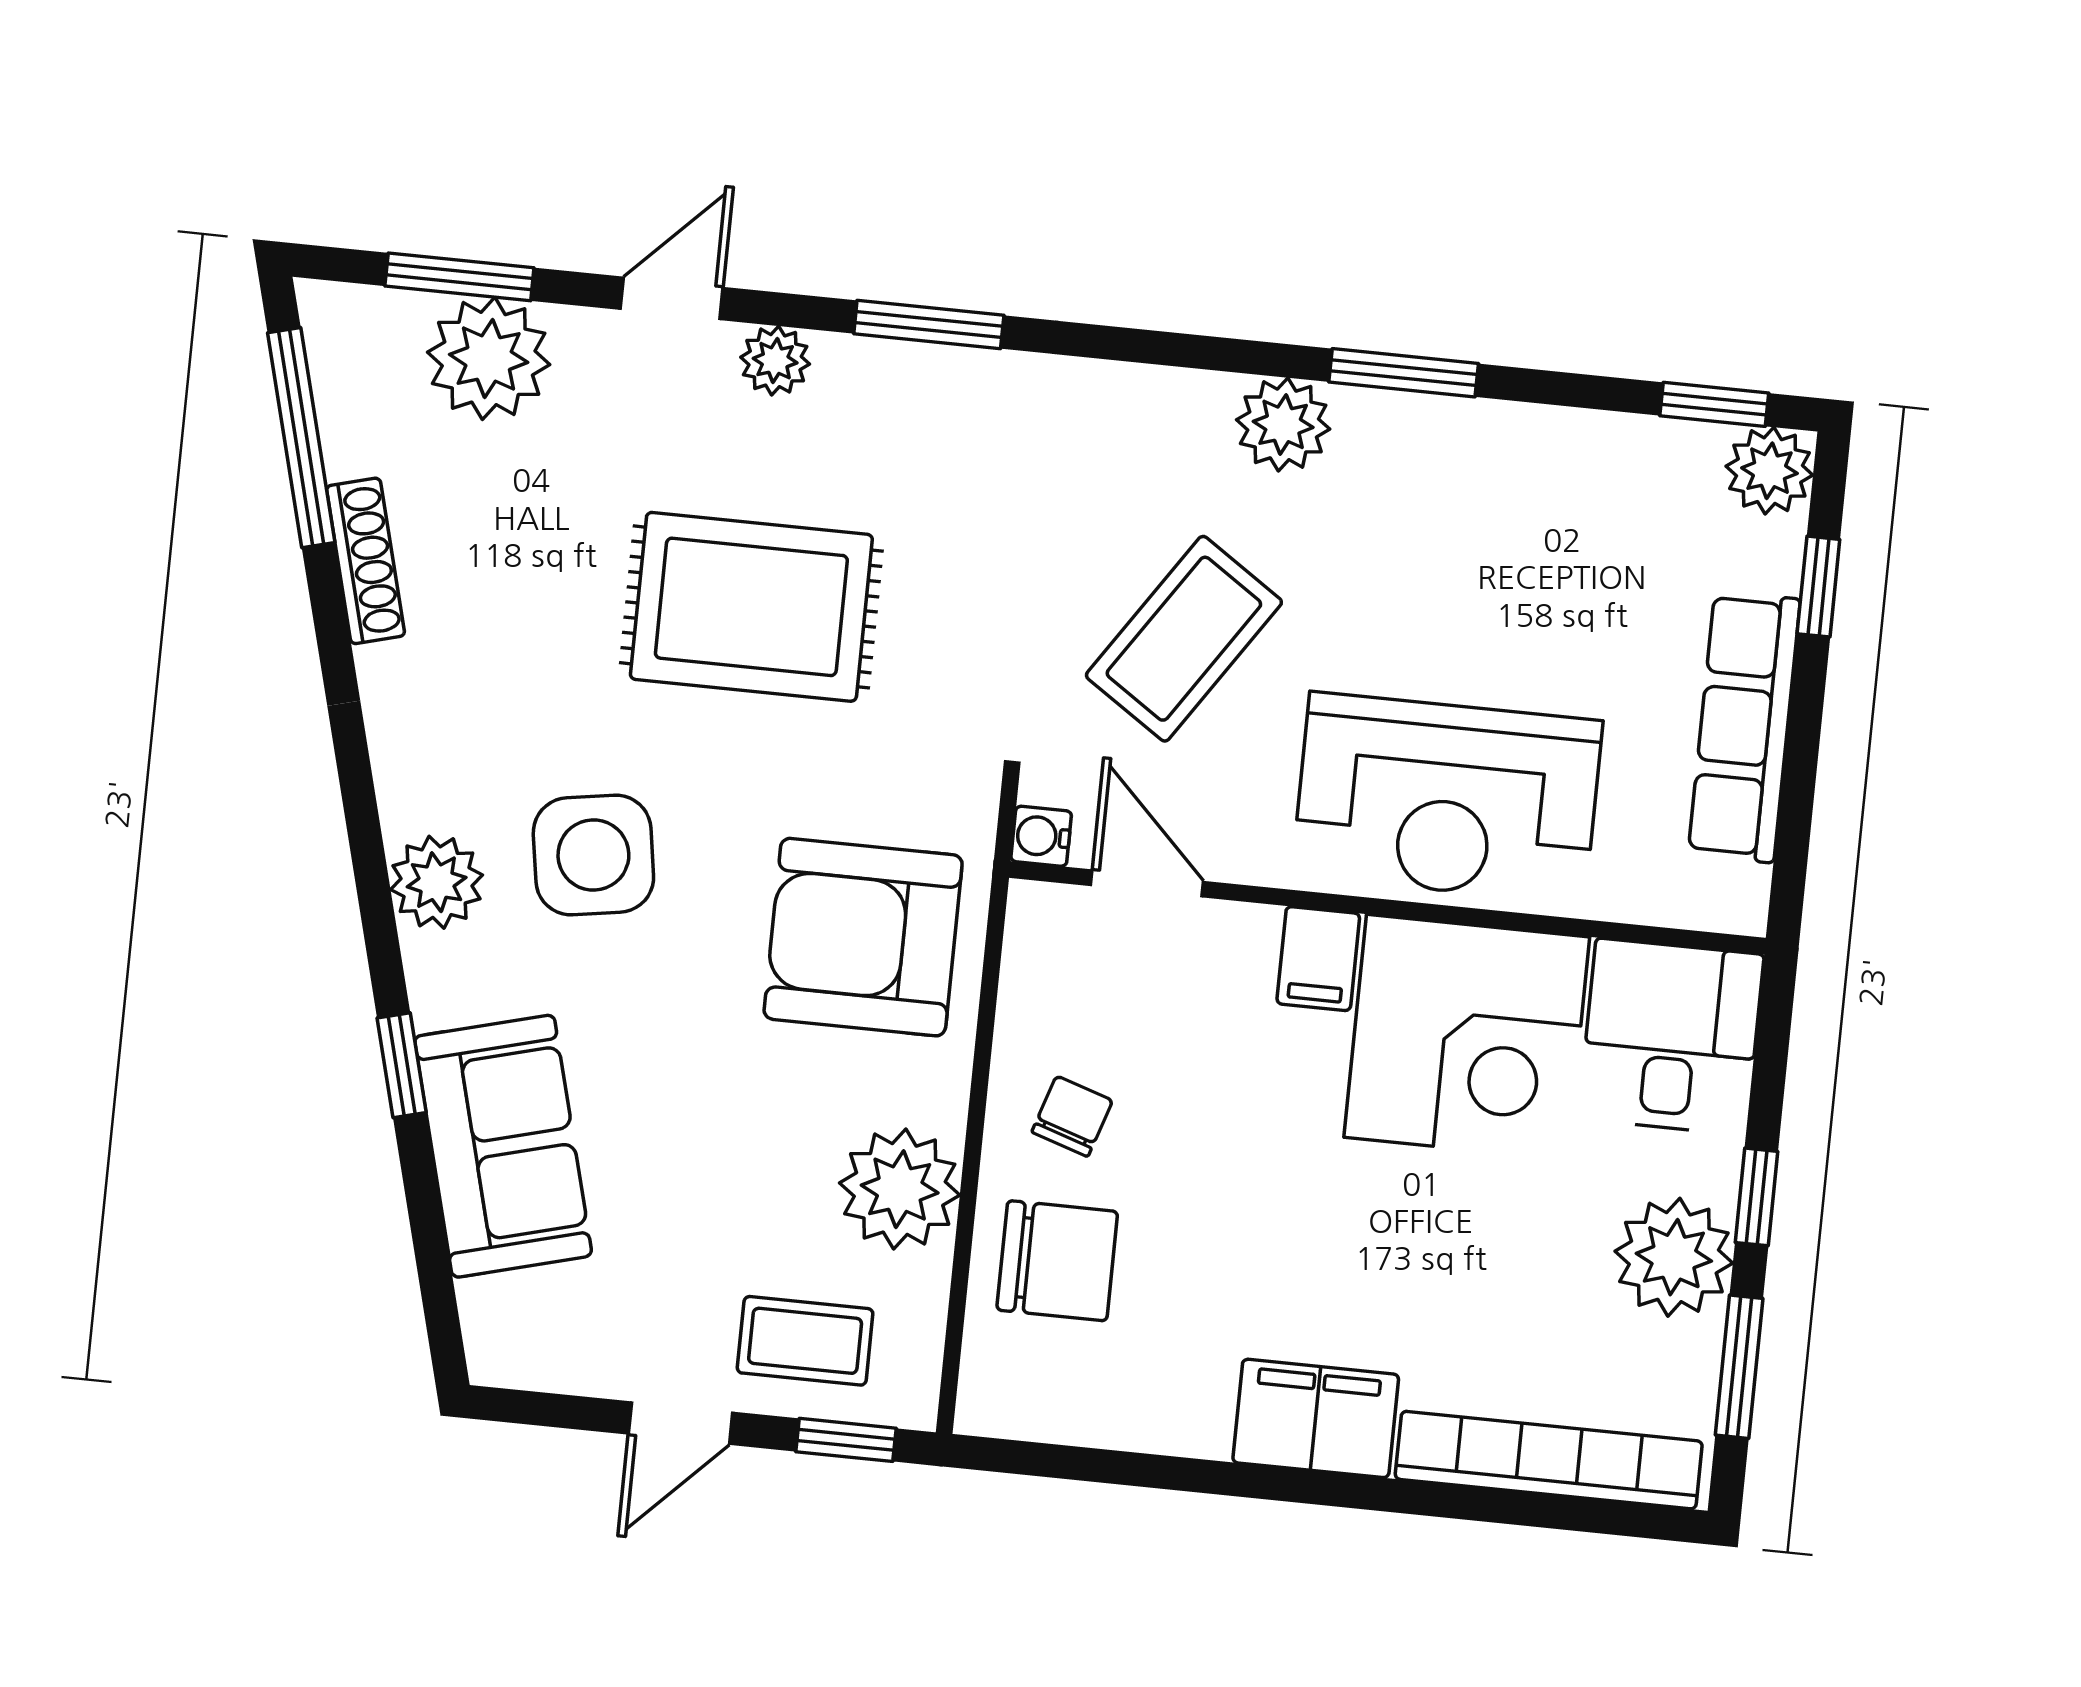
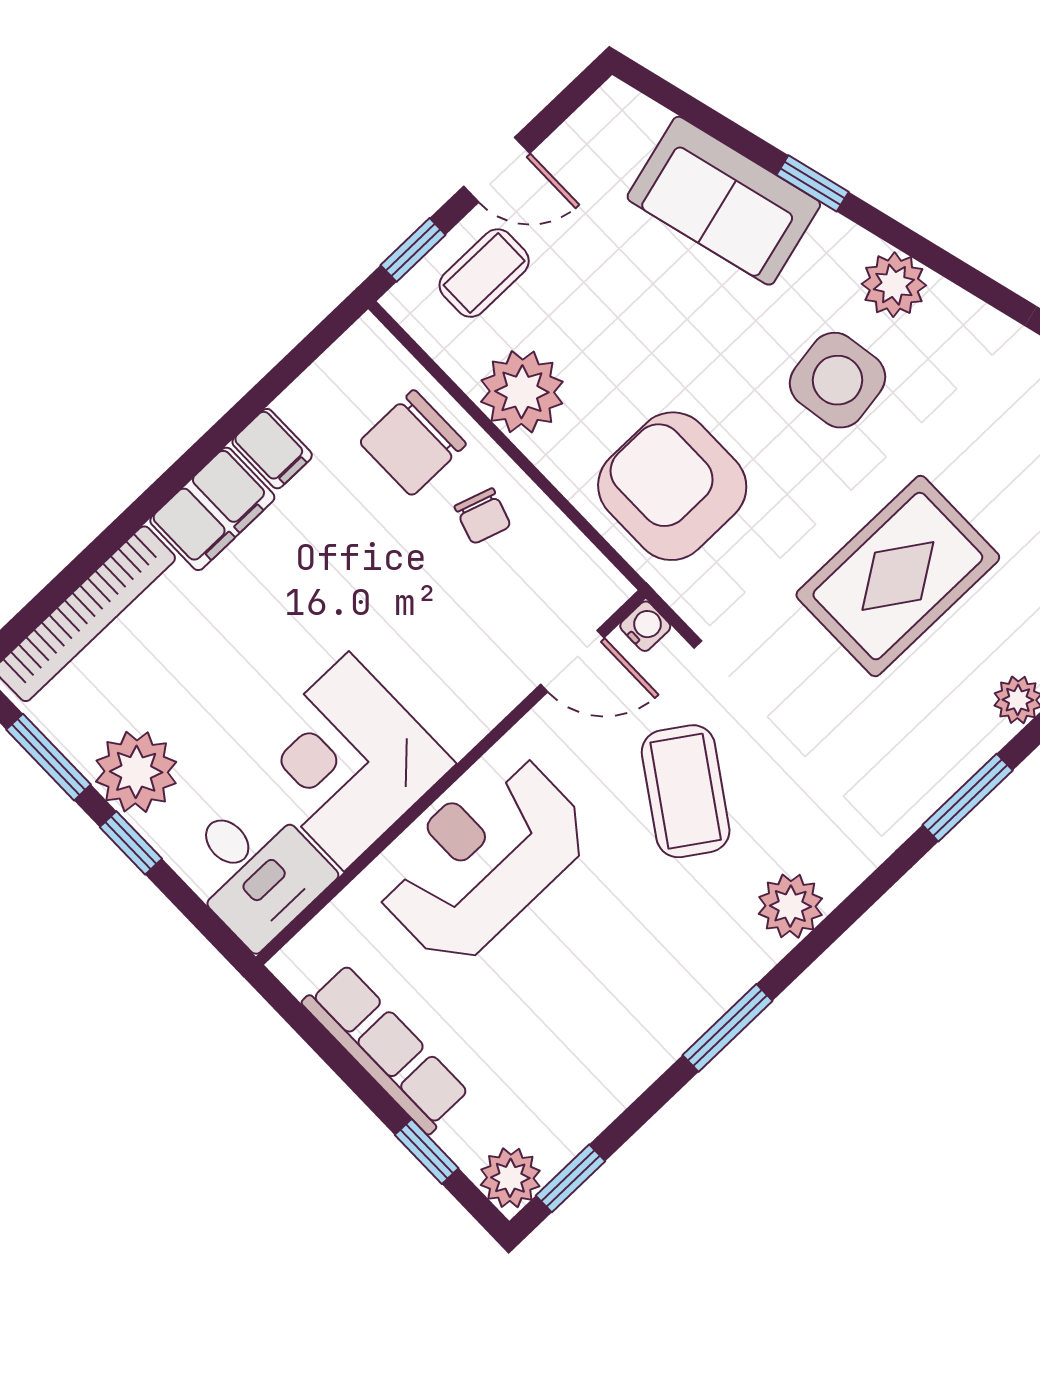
plant: (1283, 424) -> (790, 906), moved
armchair: (863, 937) -> (672, 486), turned -90
filing cabinet: (1318, 959) -> (272, 449), moved, turned 180
door: (680, 1423) -> (497, 170), swing flipped

